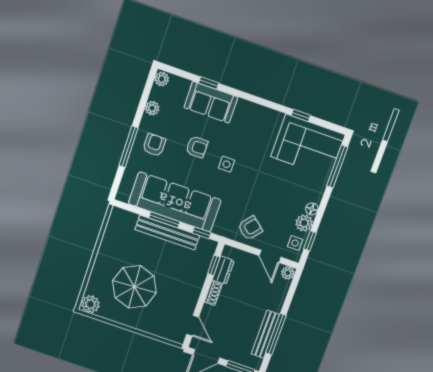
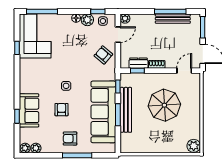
plant: (152, 108) -> (36, 148), moved
parasol: (134, 287) -> (164, 105), moved

